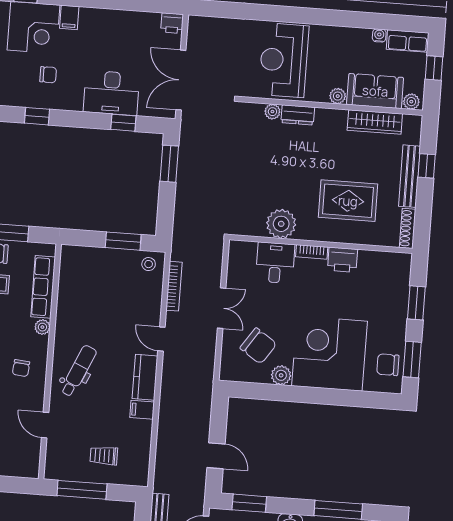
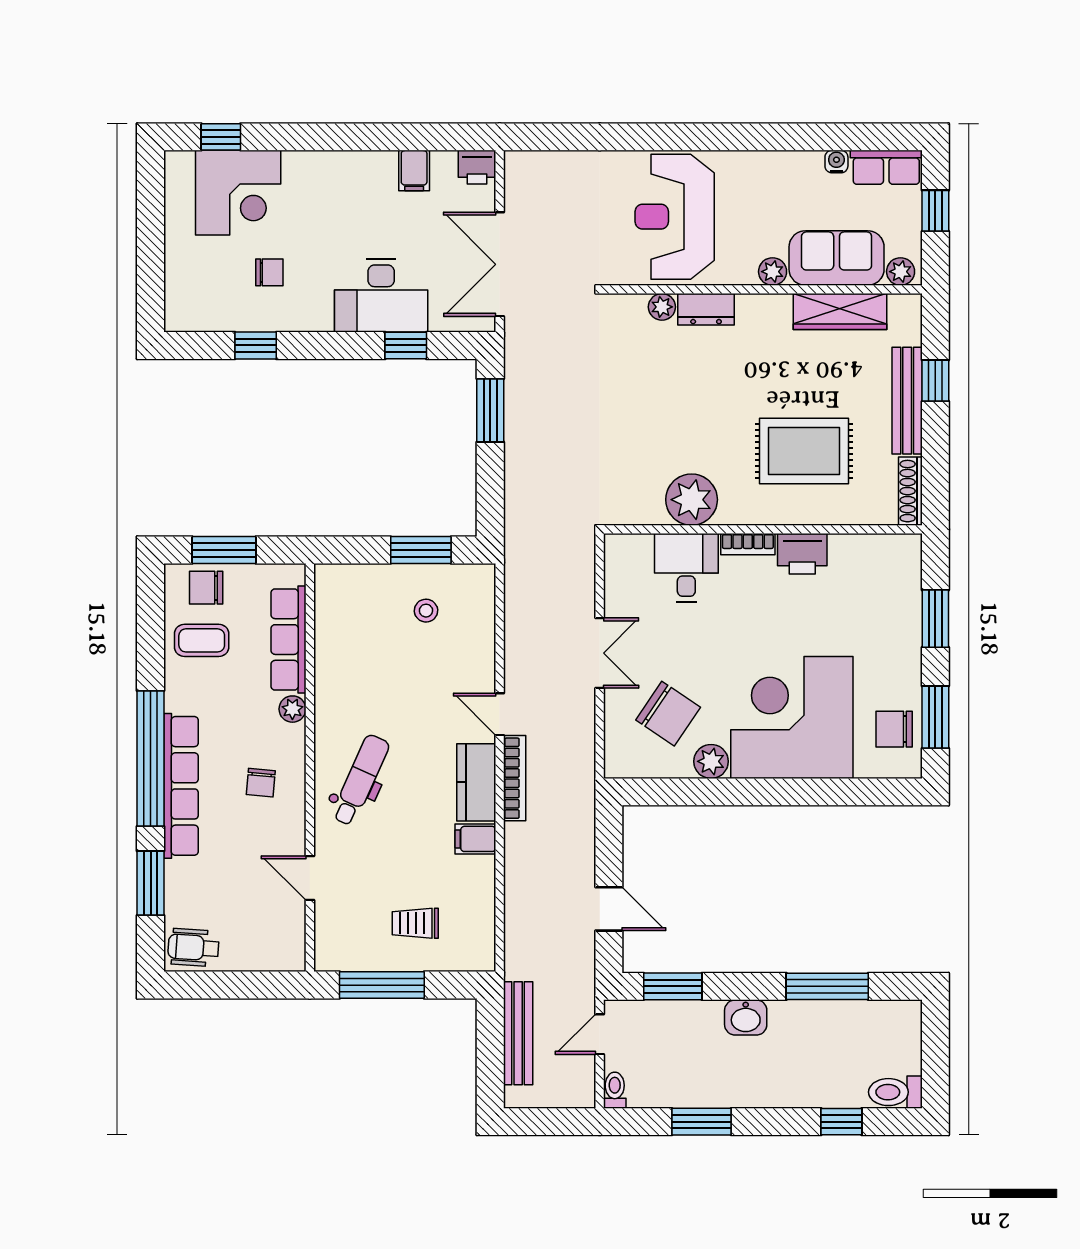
filing cabinet: (69, 17) -> (414, 171), moved
stool: (149, 264) -> (426, 611), moved
bookcase: (174, 286) -> (515, 778), moved

